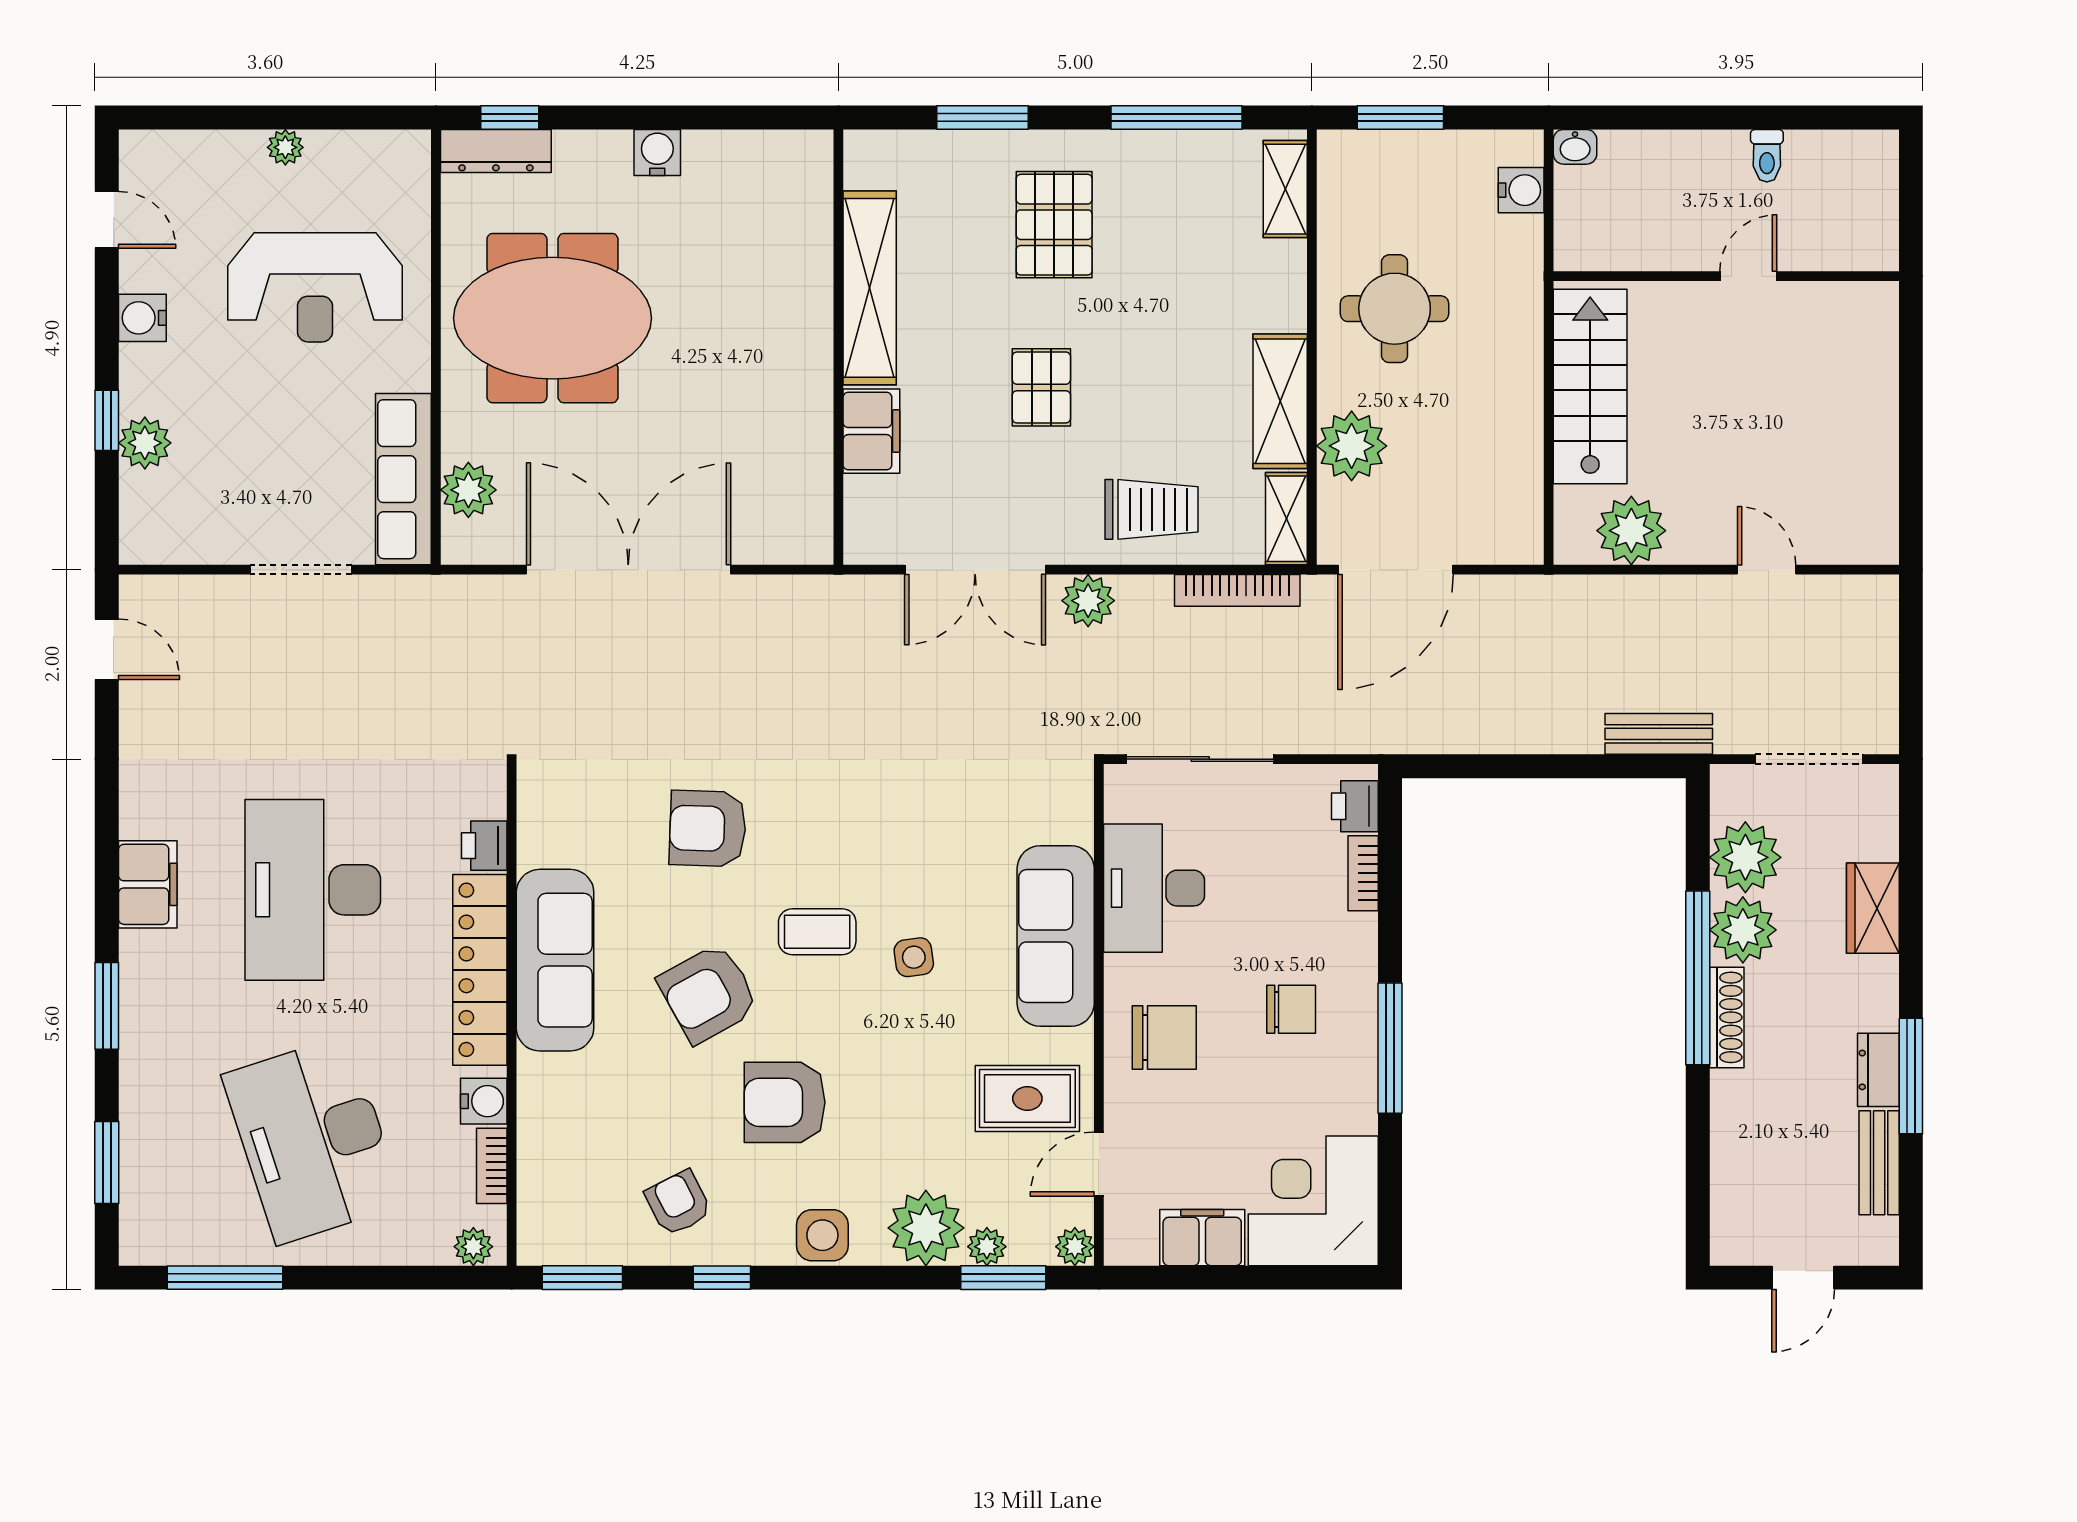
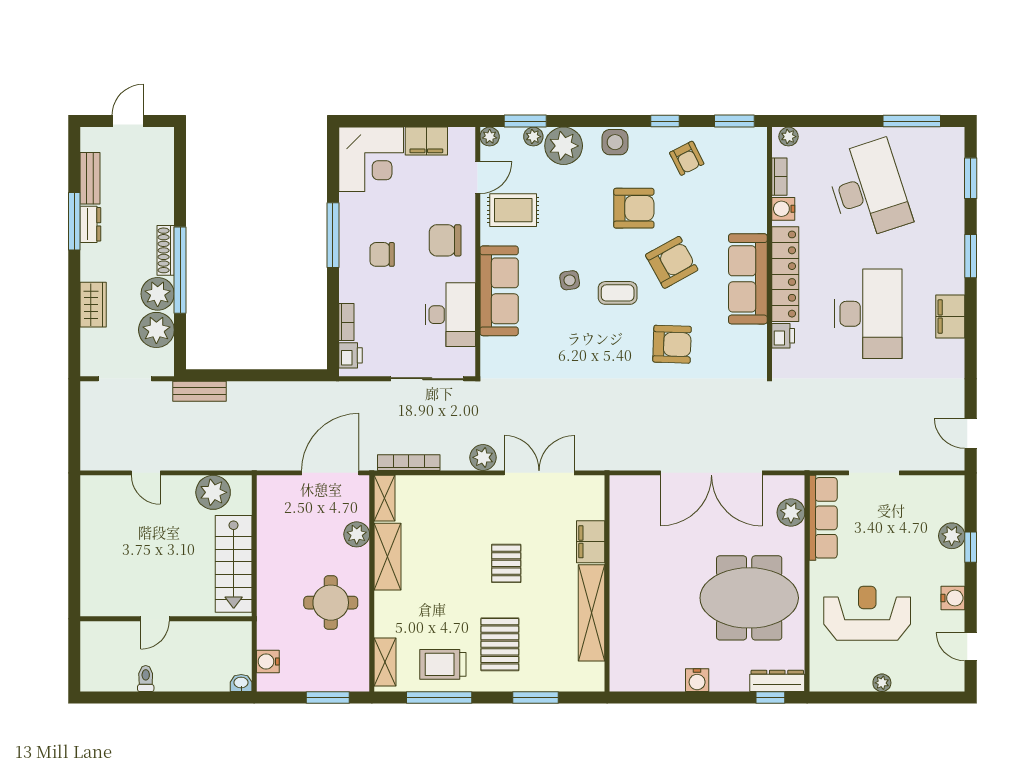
plant: (1352, 446) -> (357, 534), width x0.73, depth x0.73
trolley: (1152, 509) -> (443, 664), moved

